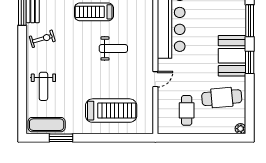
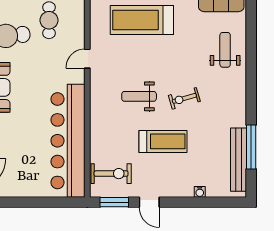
exercise bike: (42, 39) -> (184, 98), moved

